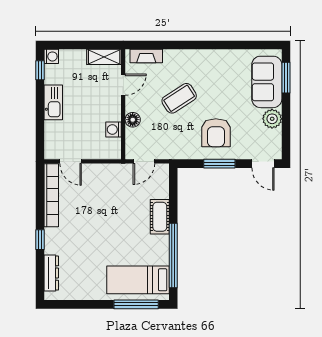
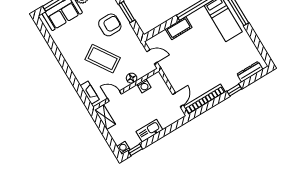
coffee table: (179, 98) -> (103, 59), width x1.36, depth x1.32

